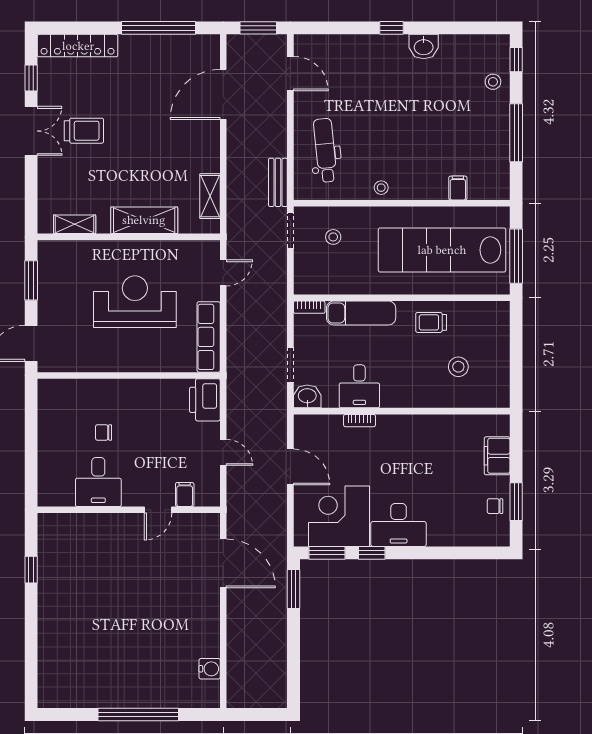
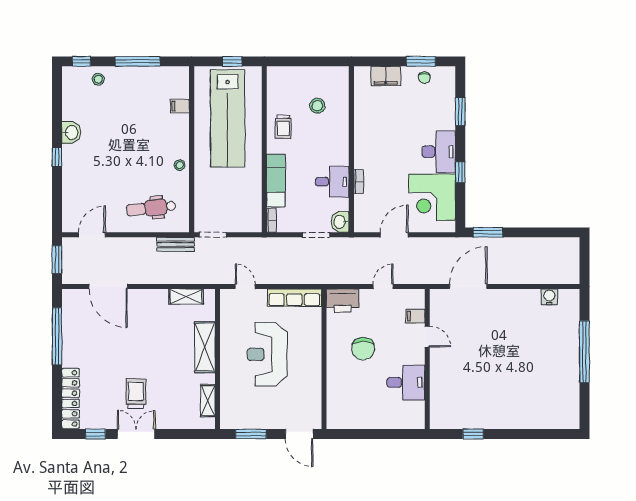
stool: (333, 237) -> (218, 202), removed
window: (516, 256) -> (232, 61), width x0.46
chair: (104, 432) -> (363, 349), moved, width x1.87, depth x1.87
window: (327, 553) -> (460, 111), moved

